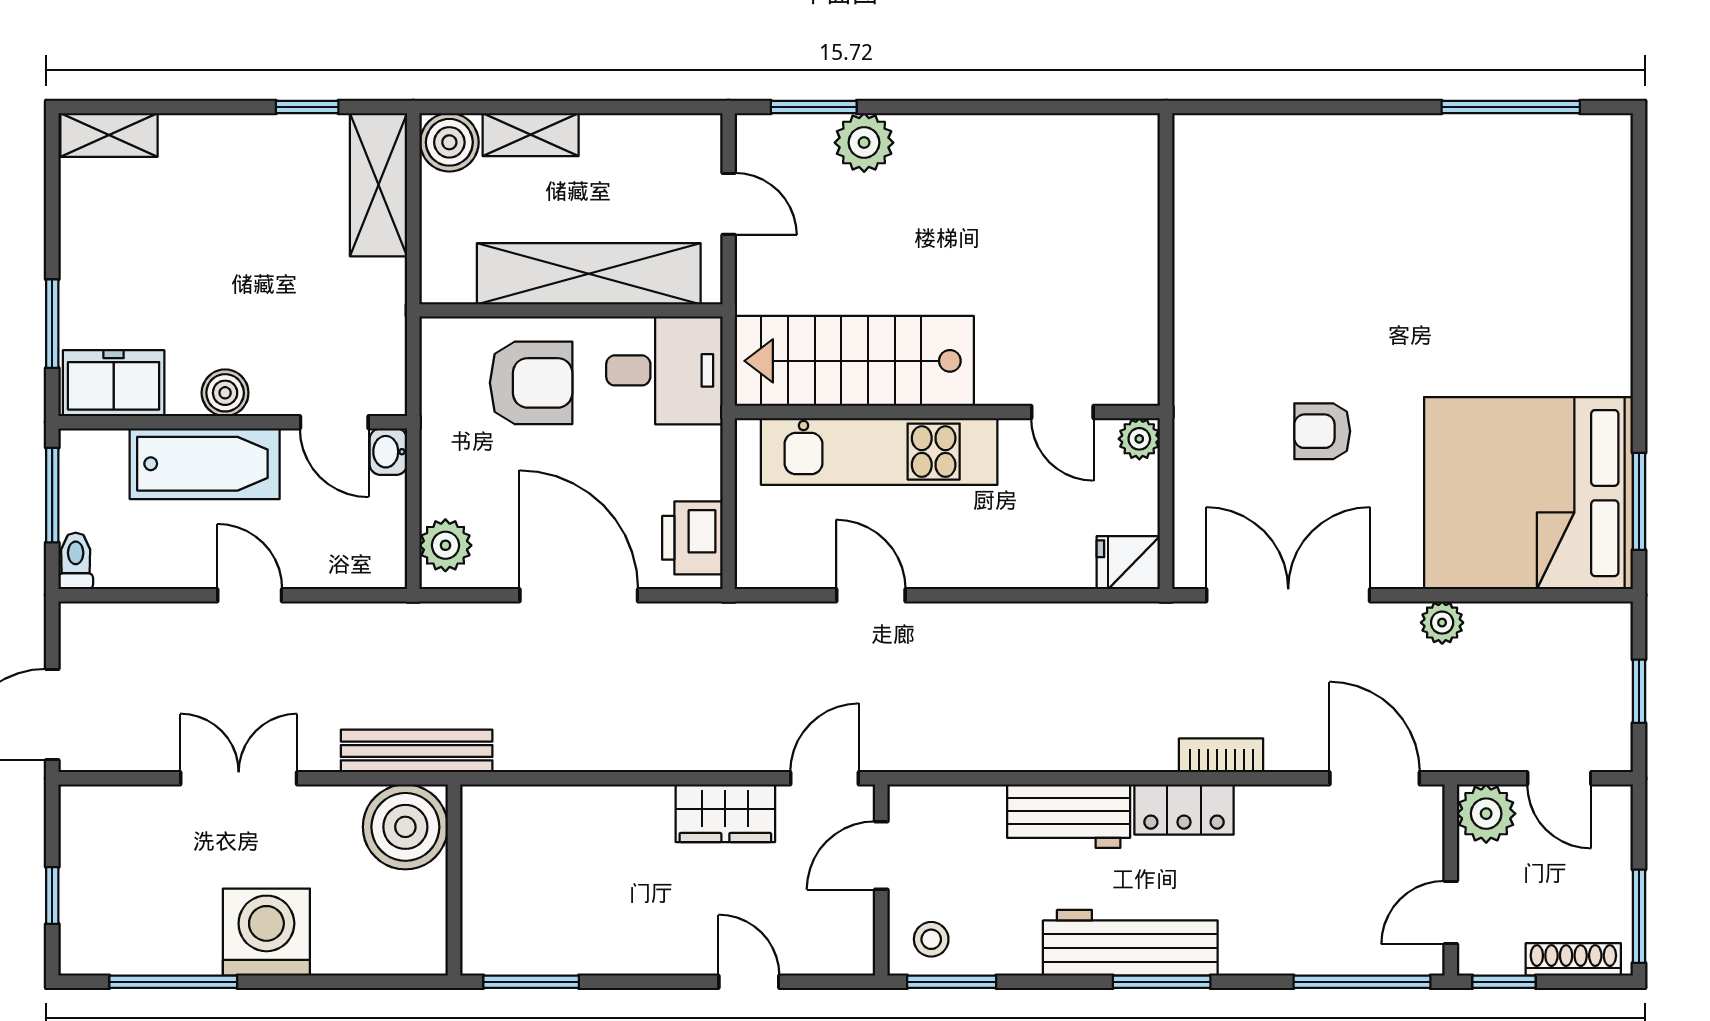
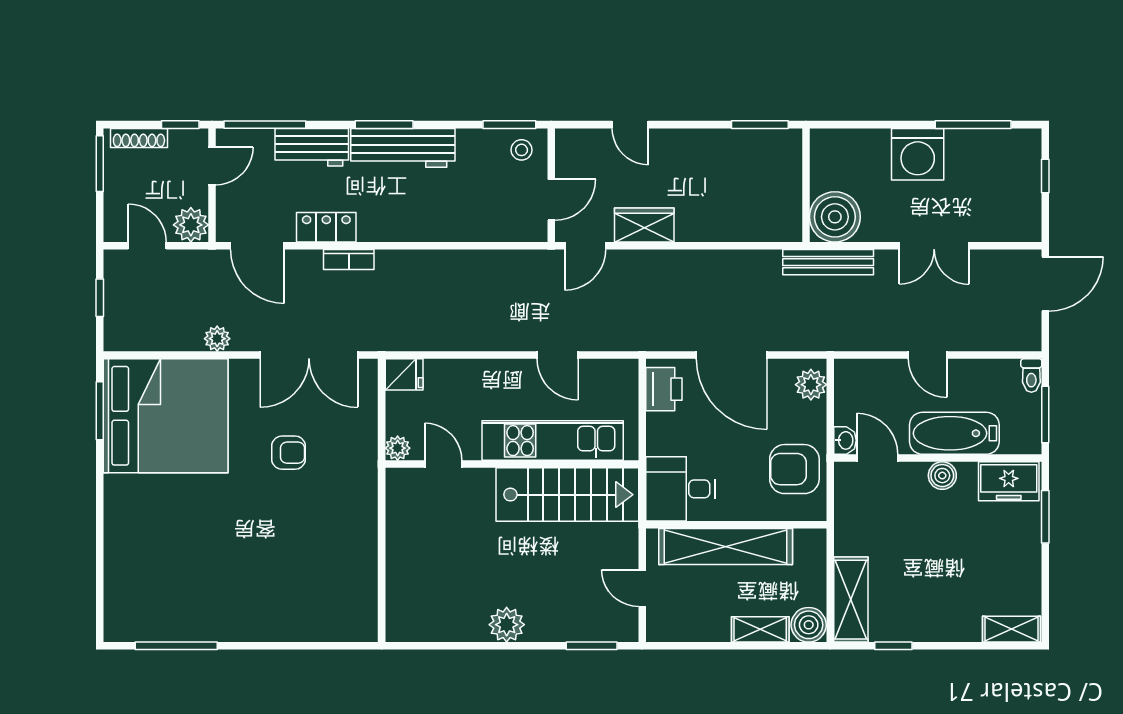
plant: (864, 143) -> (507, 625), moved
armchair: (531, 383) -> (794, 469), moved
locker: (1184, 810) -> (326, 227), moved
workbench: (1069, 816) -> (312, 147), moved, turned 180

